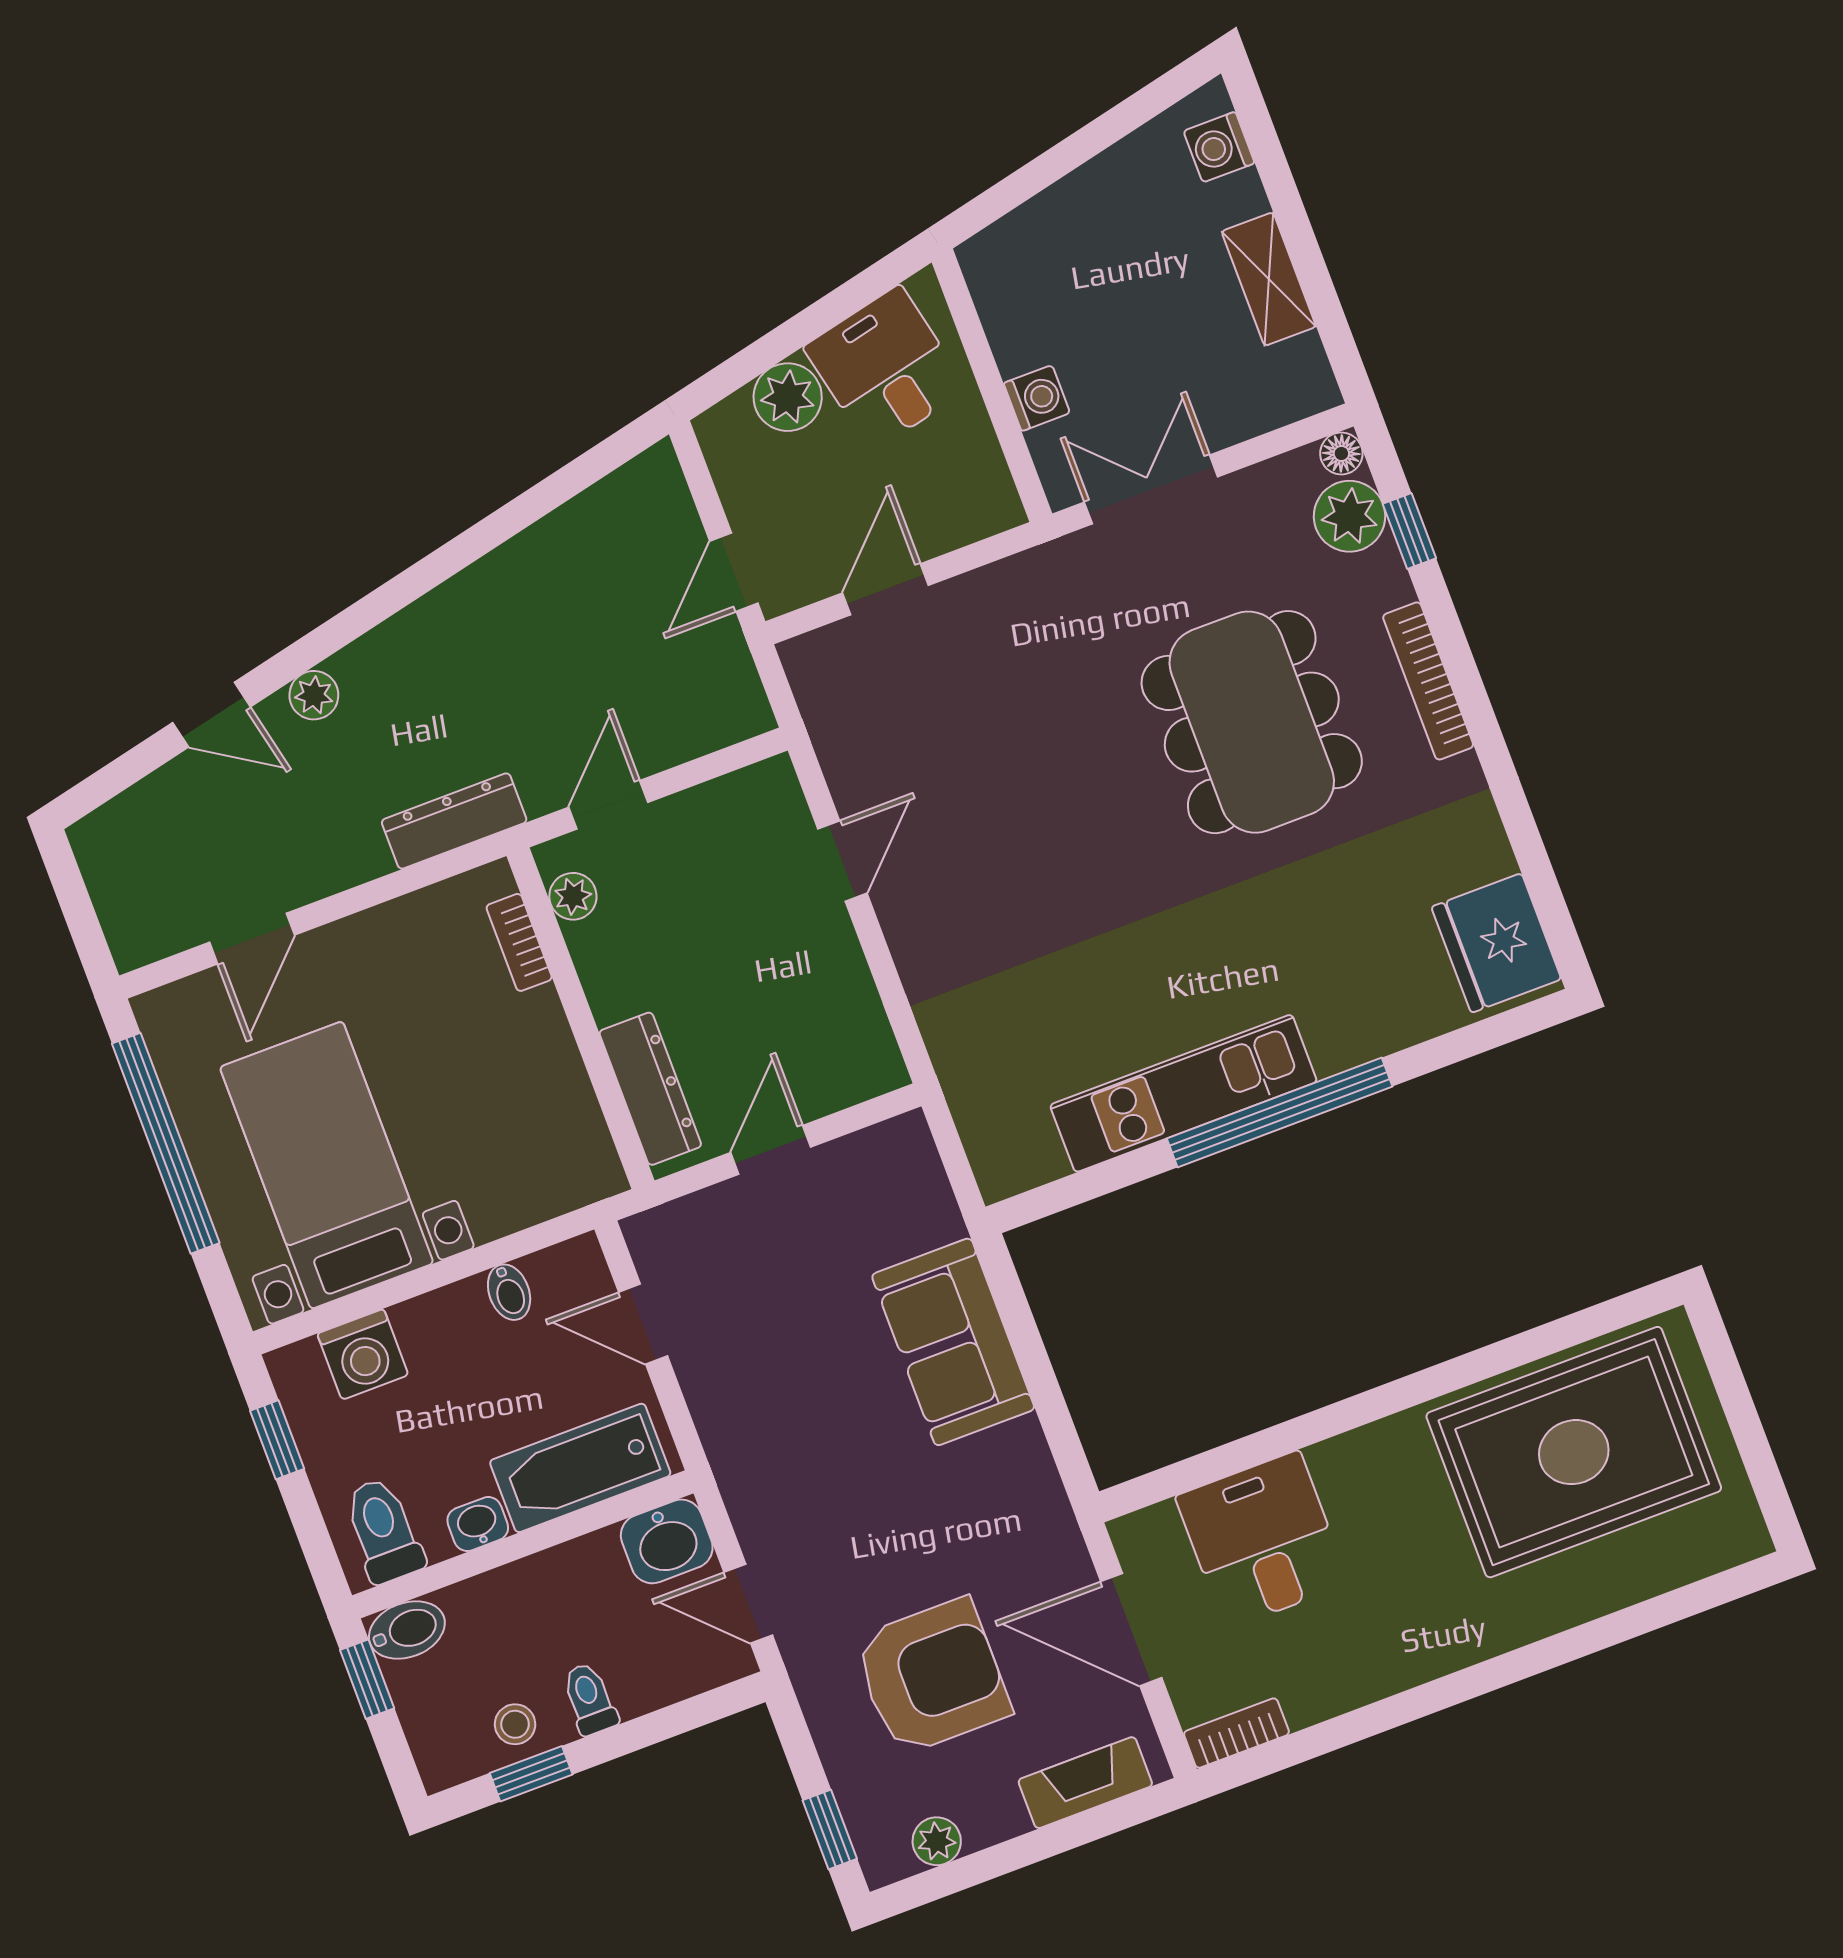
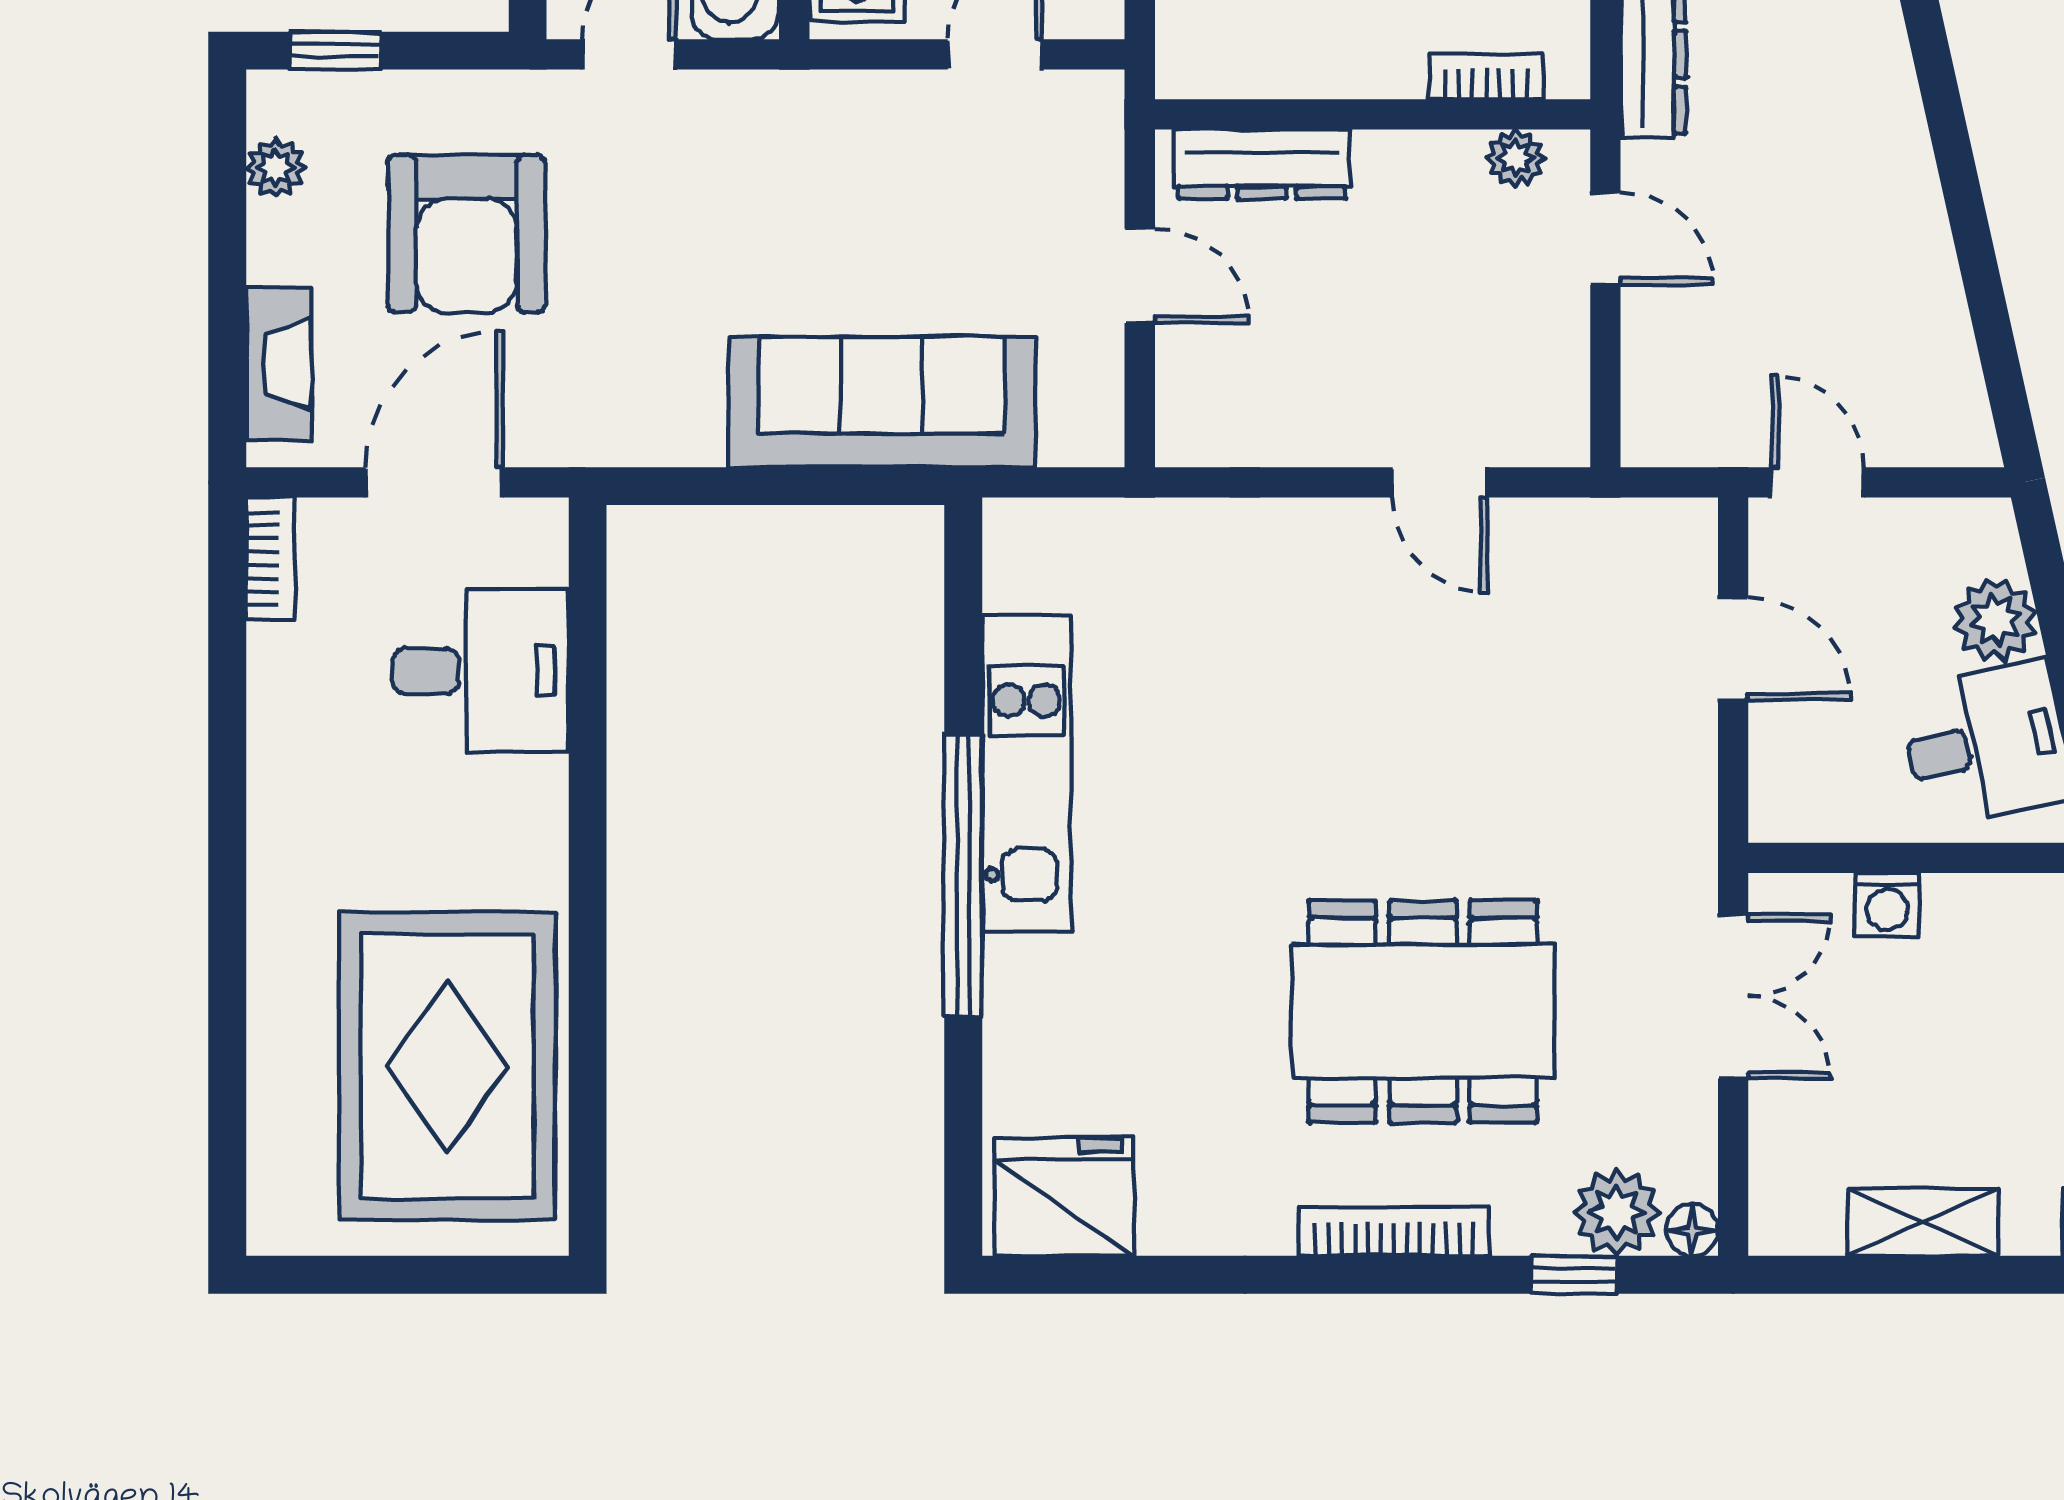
sofa: (953, 1342) -> (882, 402), width x1.36

